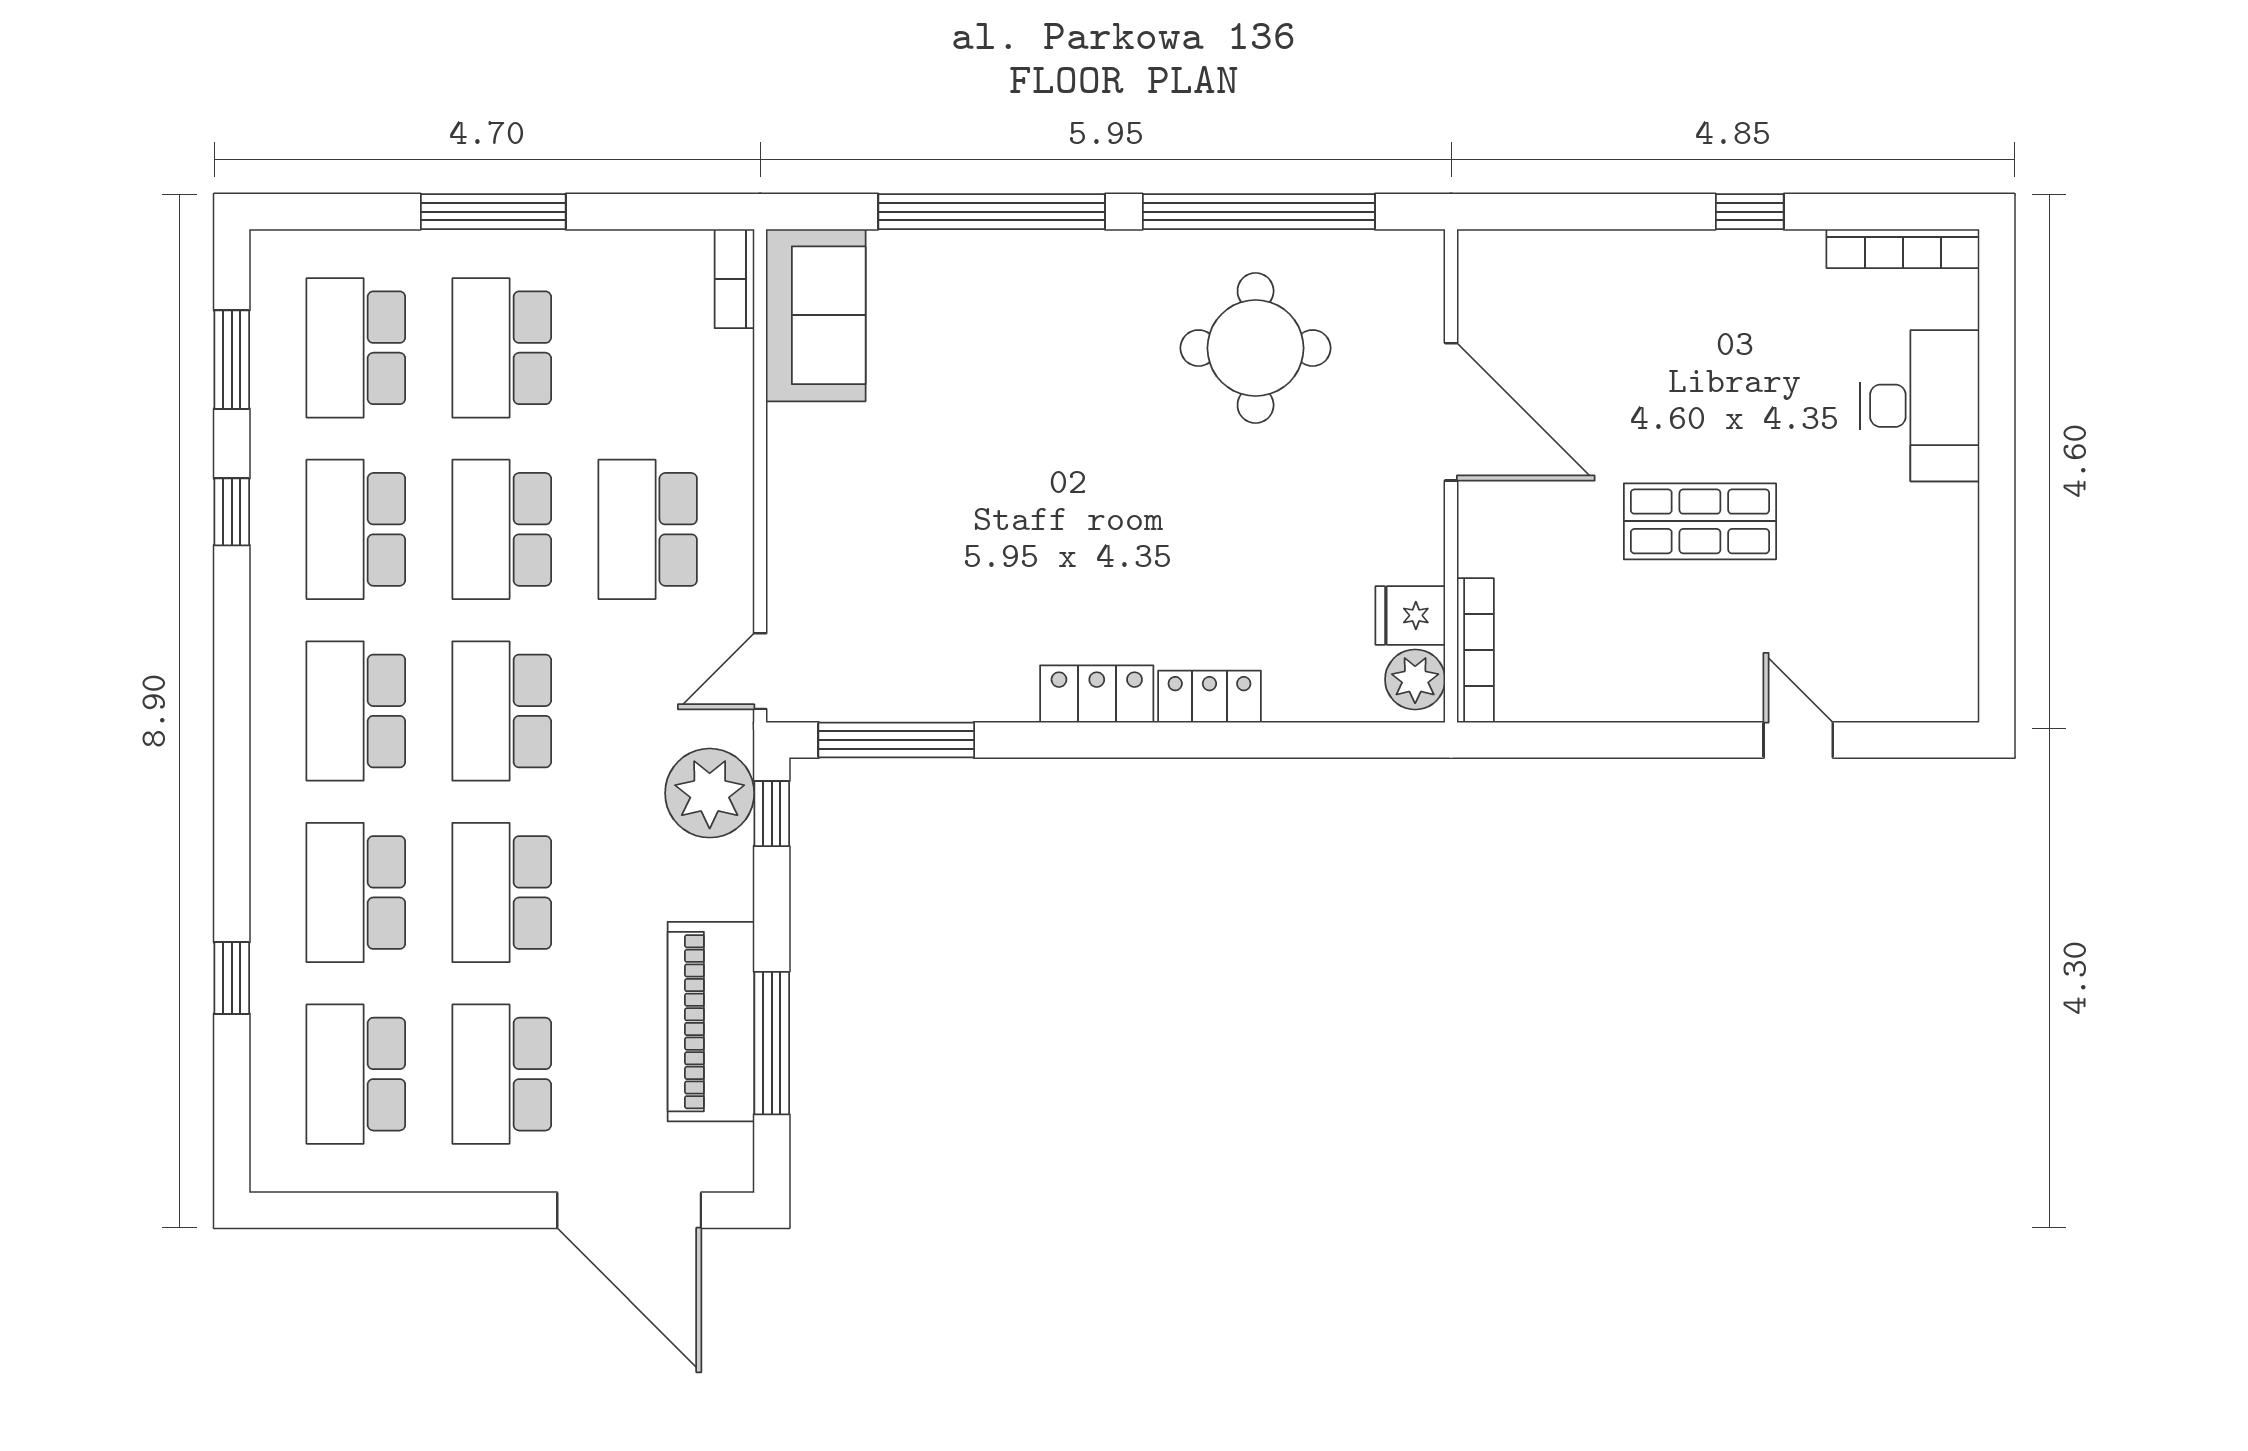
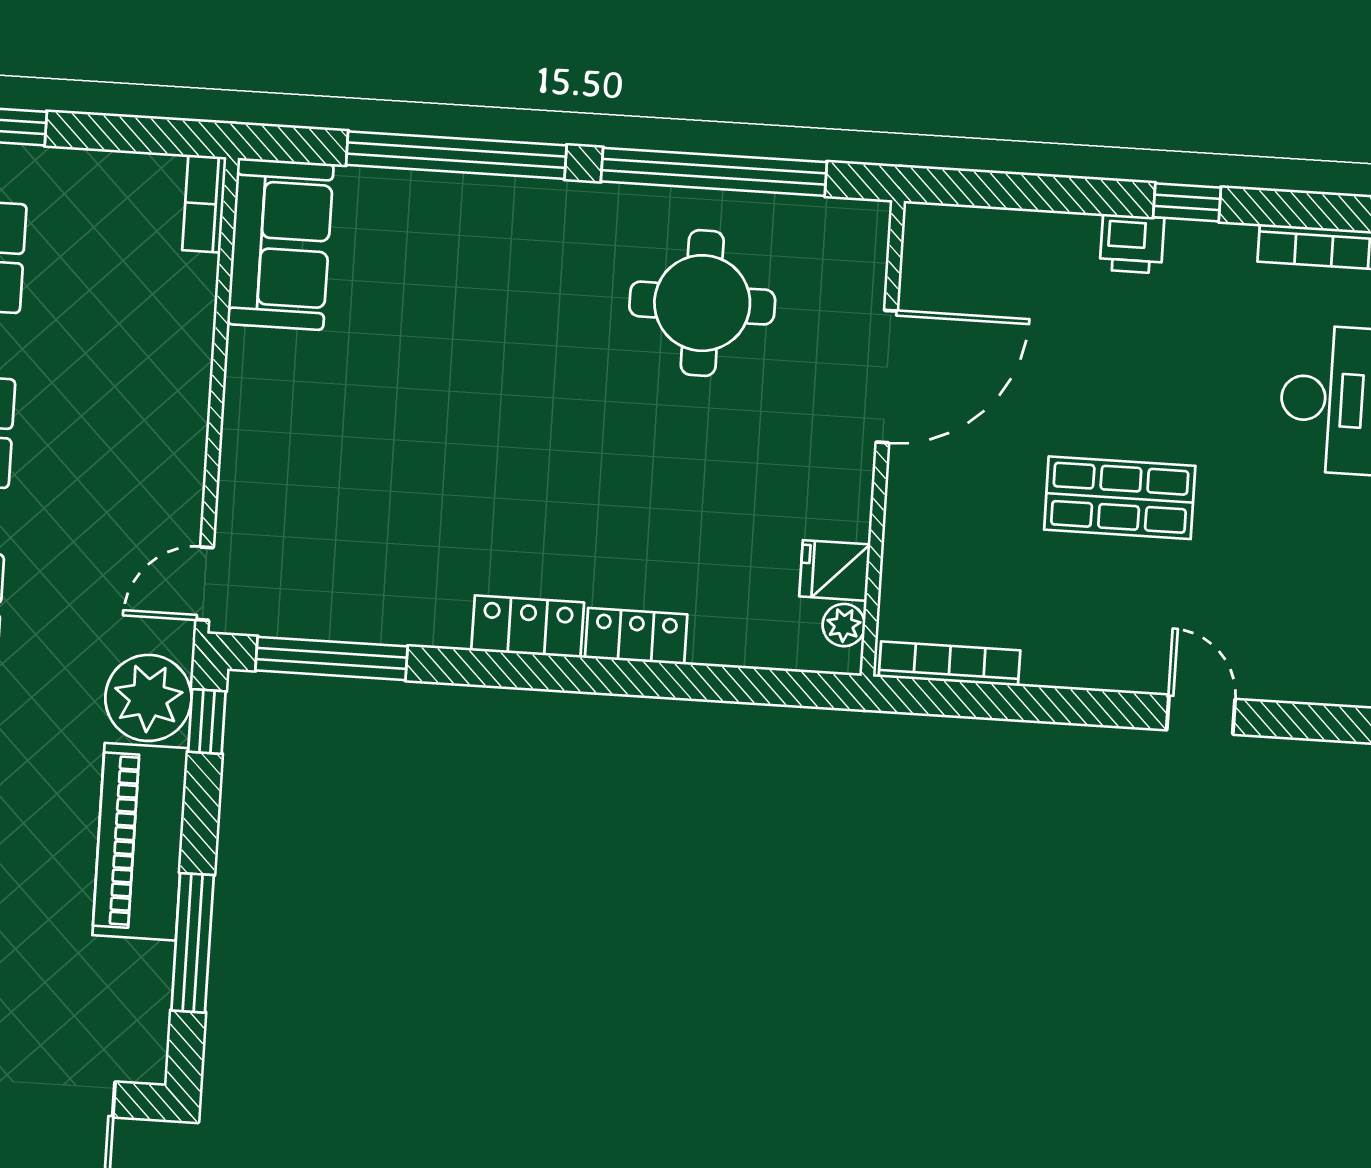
printer: (1696, 258) -> (1132, 244), added
door: (1451, 412) -> (887, 377), hinge flipped
school desk: (648, 529) -> (105, 440), removed
bookcase: (1475, 650) -> (949, 664), moved, turned -90
plant: (1415, 680) -> (844, 625), width x0.73, depth x0.73
piano: (711, 1022) -> (140, 842), moved

